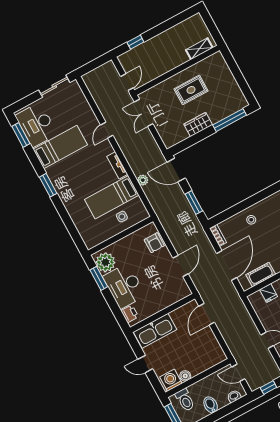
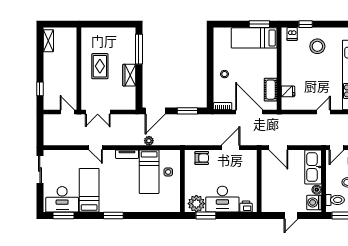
shelving: (199, 49) -> (48, 41), moved
door: (180, 266) -> (230, 148), hinge flipped
kitchen sink: (155, 331) -> (313, 167), moved, turned 180

